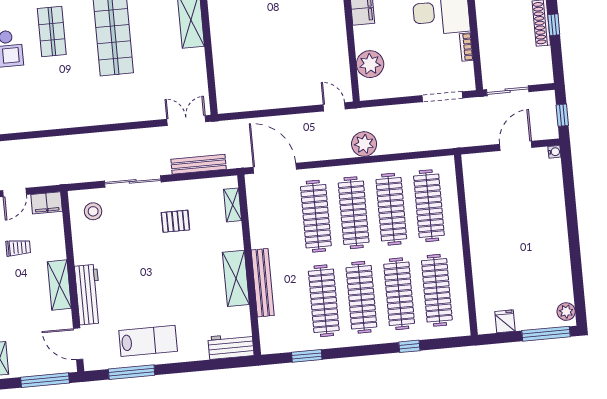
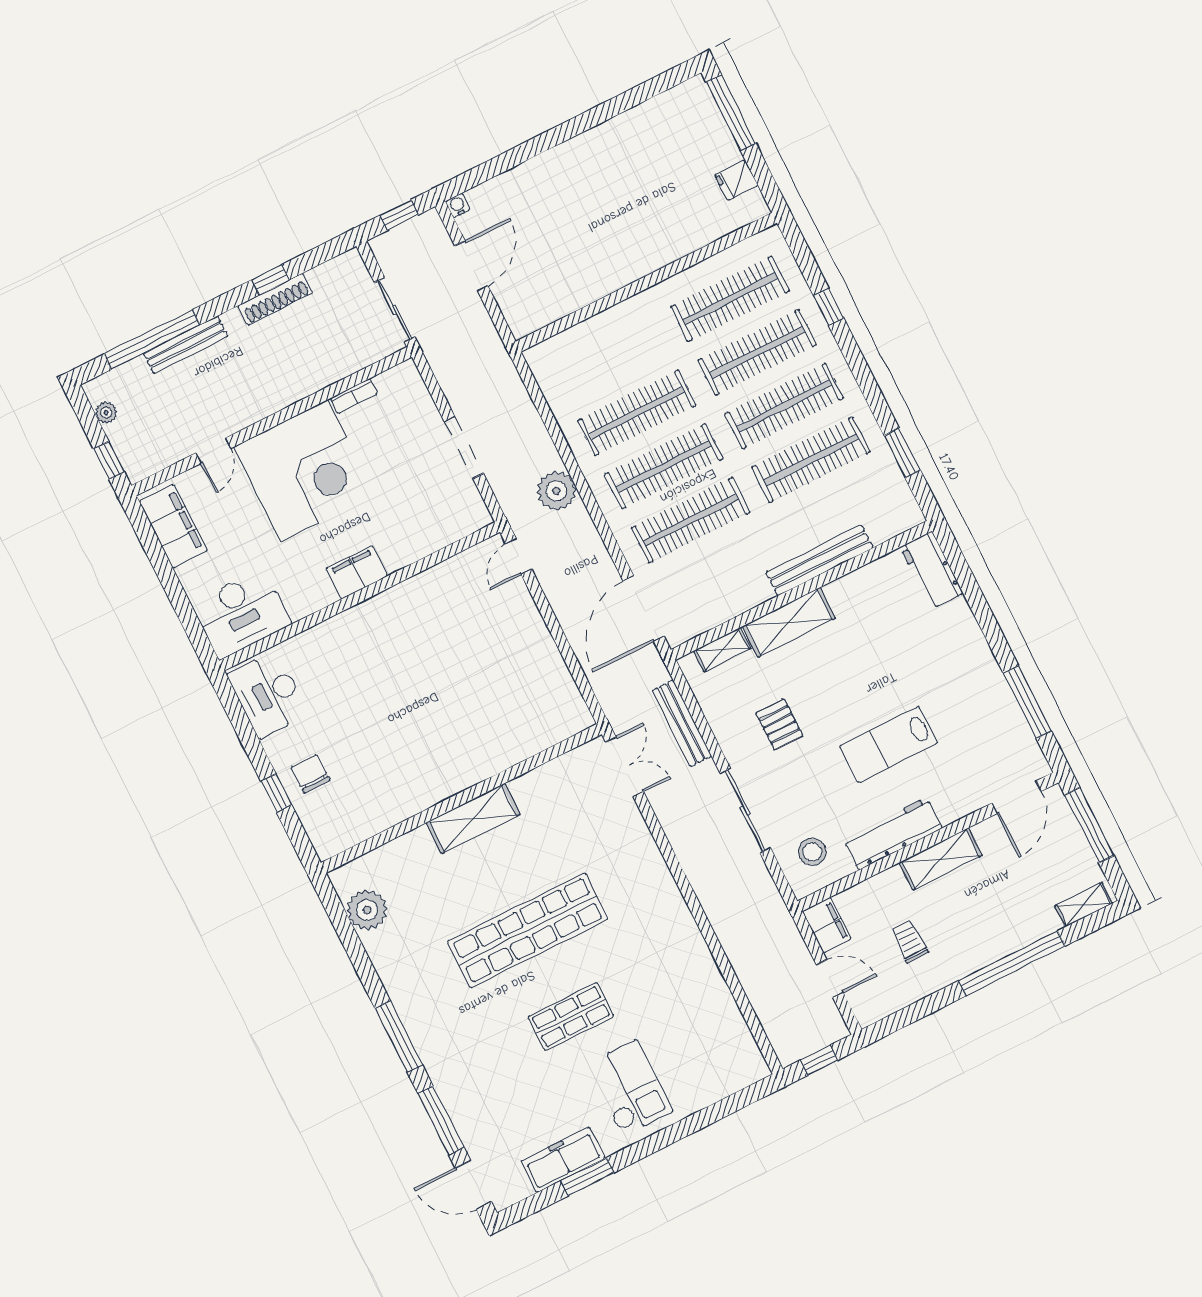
plant: (370, 64) -> (435, 528), removed
doorway: (442, 97) -> (464, 447), moved
double door: (186, 121) -> (624, 767), swing flipped
door: (516, 146) -> (471, 266), swing flipped
clothes rail: (429, 206) -> (610, 359), removed
shelving: (236, 278) -> (789, 622), moved
workbench: (88, 295) -> (893, 834), moved
plant: (566, 312) -> (687, 96), removed
lab bench: (148, 341) -> (888, 745), moved, turned -90

